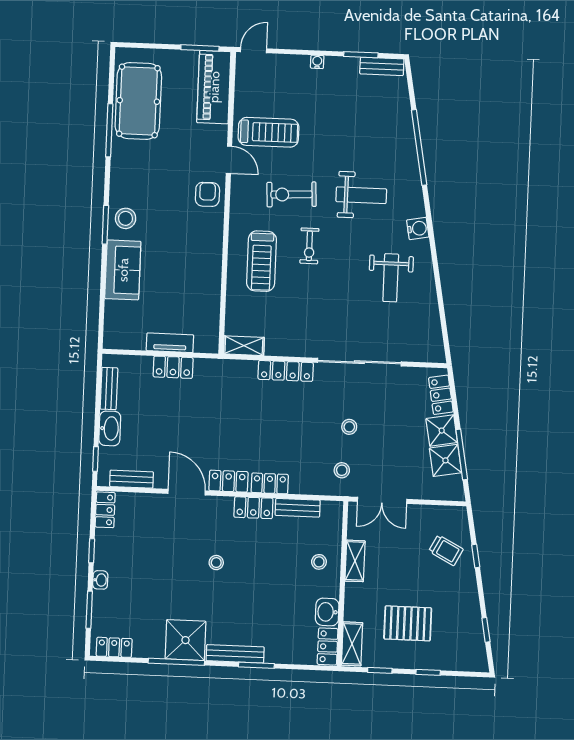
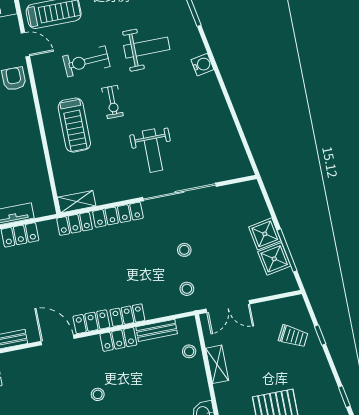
weight bench: (391, 278) -> (152, 151), moved
locker: (441, 395) -> (75, 224), moved, turned -80
stool: (319, 562) -> (189, 351), moved

